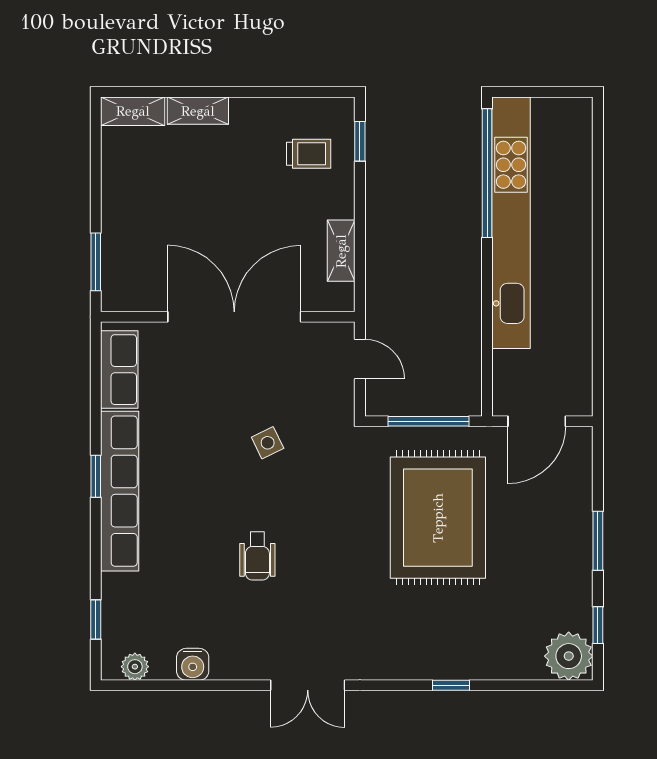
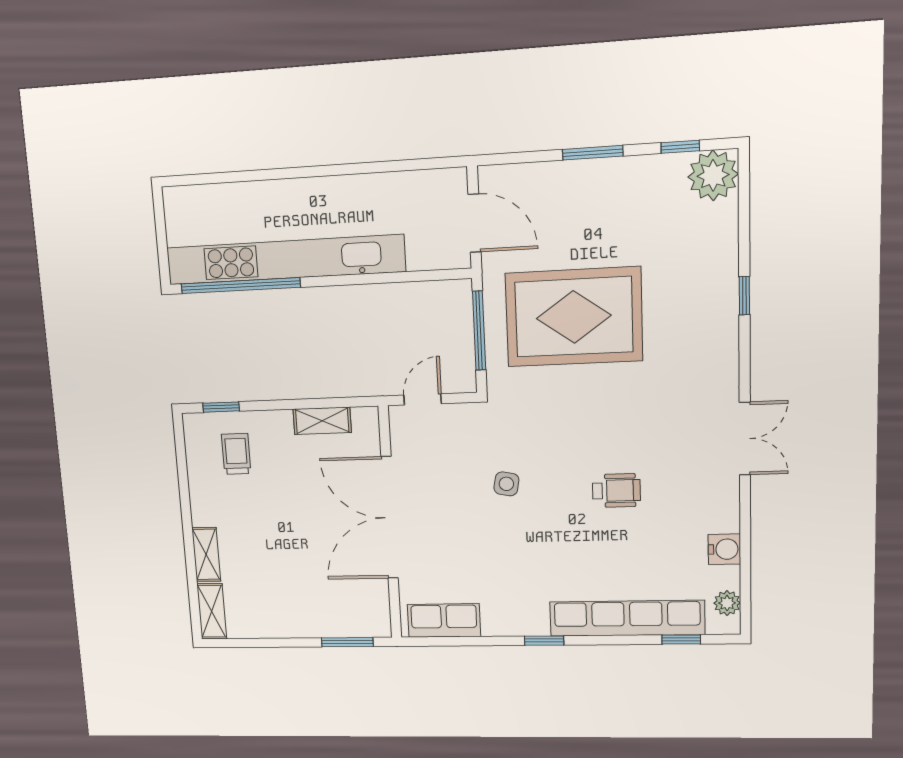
side table: (268, 443) -> (506, 484), turned 37
row of seats: (120, 491) -> (627, 618), moved

